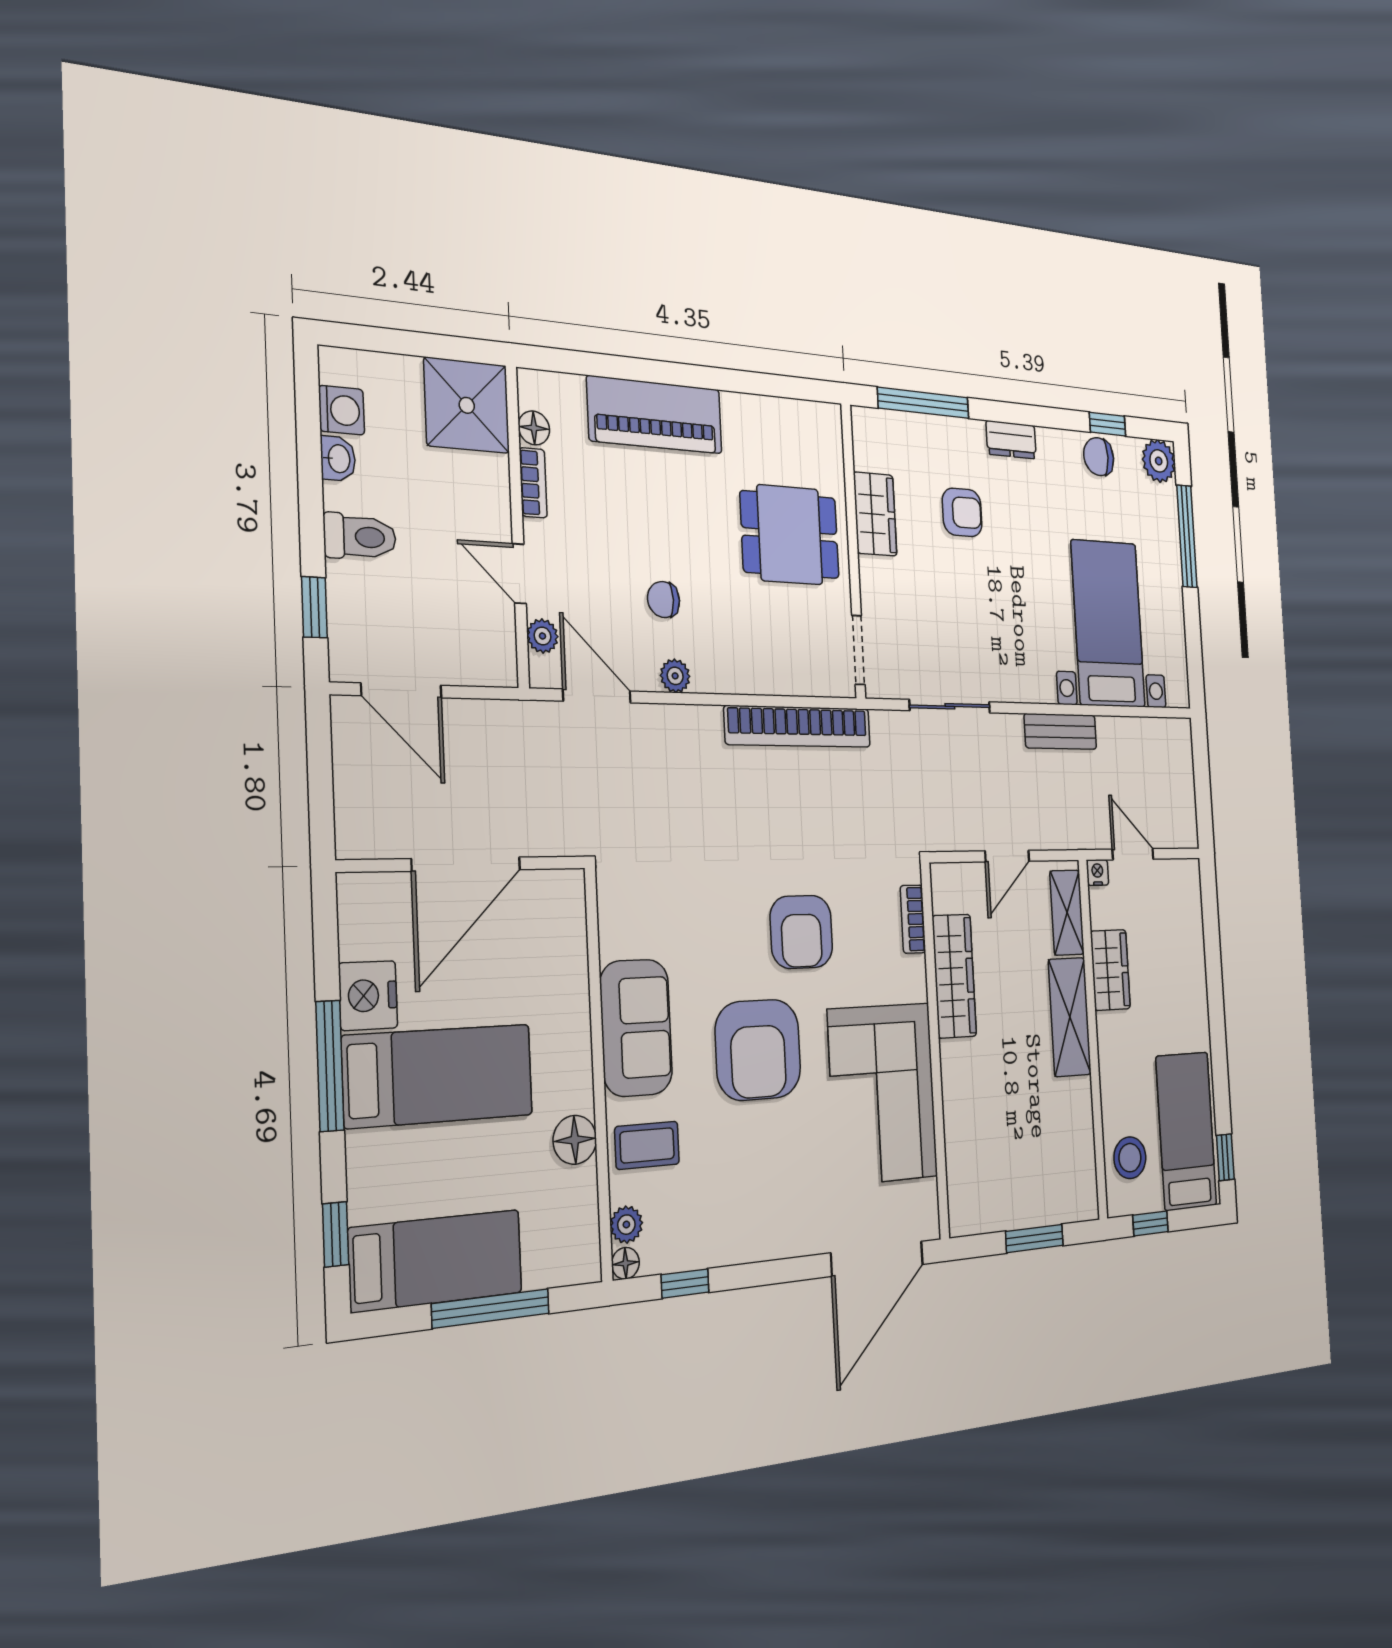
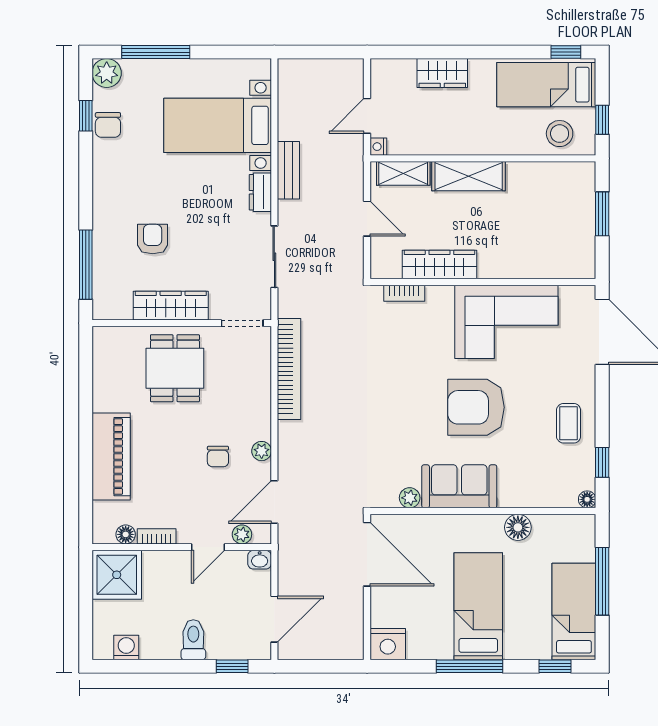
dresser: (1011, 440) -> (260, 192), moved, turned 180
washbasin: (338, 459) -> (260, 560), moved, turned 180
wardrobe: (875, 514) -> (171, 306), width x1.50
door: (466, 864) -> (367, 554), moved
armchair: (801, 932) -> (409, 374), removed
wardrobe: (1110, 970) -> (442, 73), moved, turned 180
nightstand: (368, 996) -> (388, 644), moved
armchair: (758, 1050) -> (476, 407), turned 180
coffee table: (647, 1145) -> (569, 423), moved
plant: (626, 1225) -> (410, 498), moved

